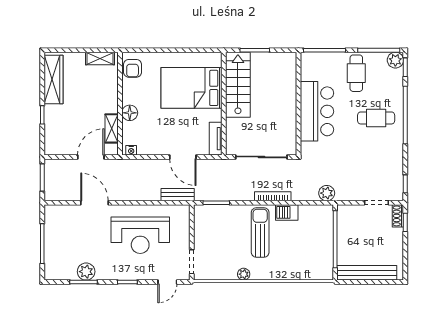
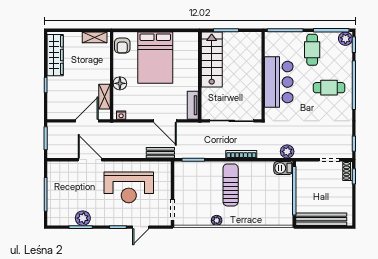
bed: (192, 88) -> (155, 58), moved, turned -90
barbecue: (287, 212) -> (283, 168), moved
door: (167, 282) -> (141, 227), moved

